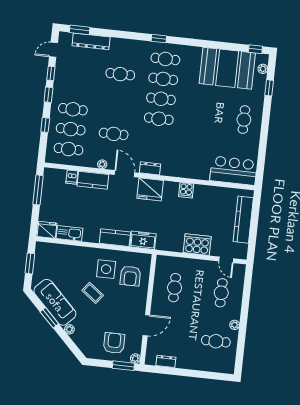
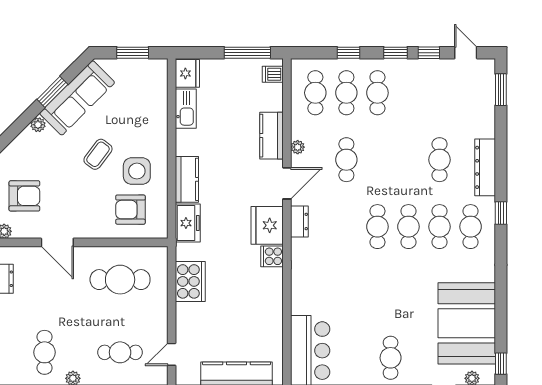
dresser: (91, 41) -> (485, 167), moved
cafe table: (244, 120) -> (391, 358), turned 90
dishwasher: (72, 177) -> (273, 74), moved
cooker: (186, 190) -> (272, 256), moved
cooker: (197, 245) -> (190, 281), moved
cafe table: (175, 288) -> (120, 280), width x1.37, depth x1.35

